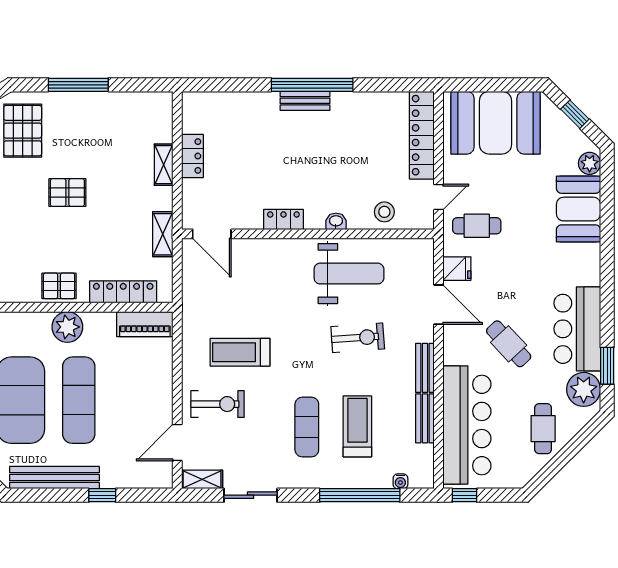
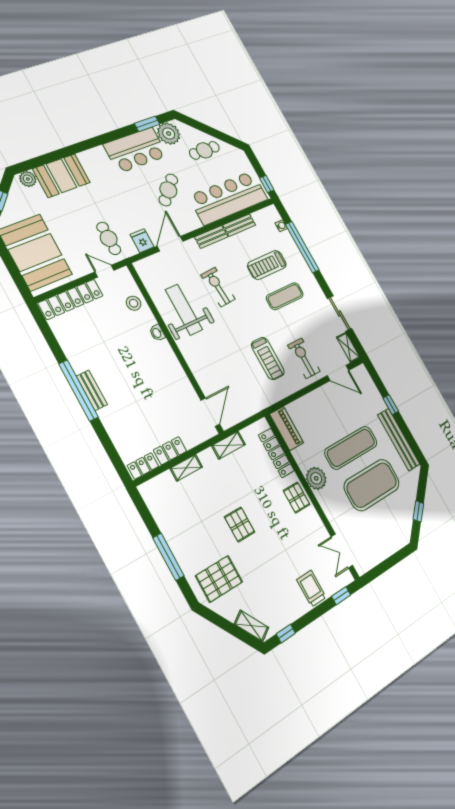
locker: (283, 219) -> (143, 466), moved, turned 90

